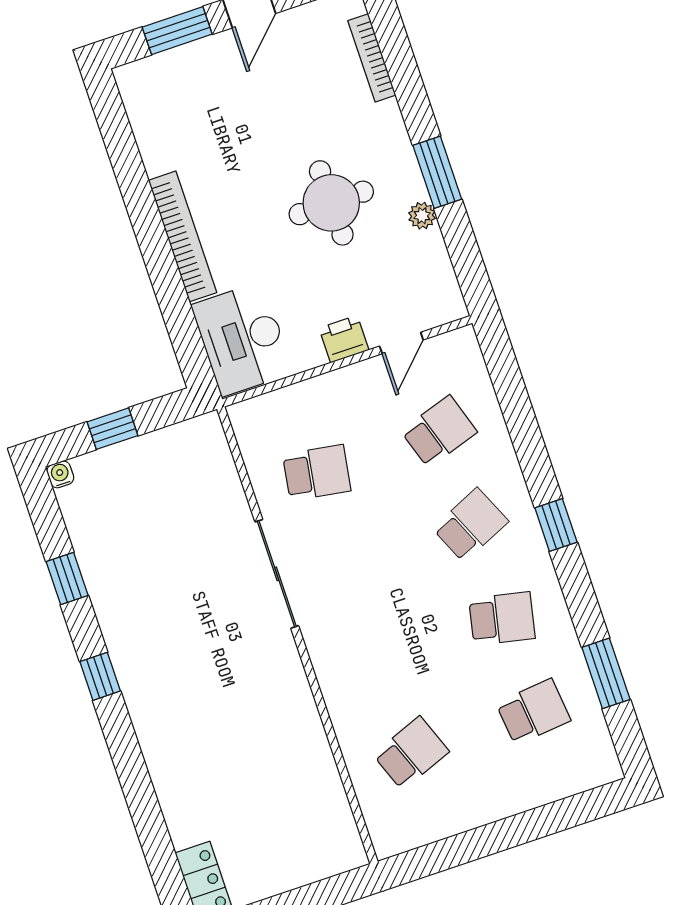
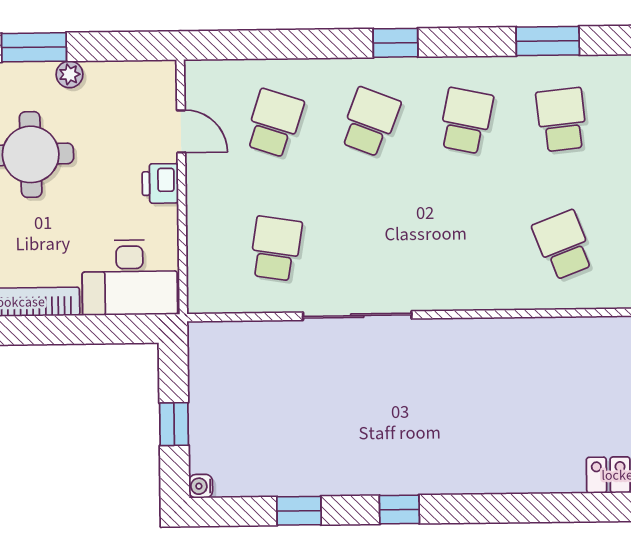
school desk: (439, 432) -> (274, 123), turned 36
school desk: (470, 525) -> (370, 122), turned 45

